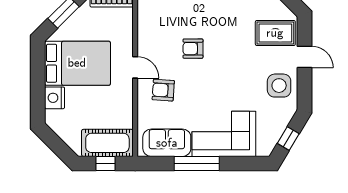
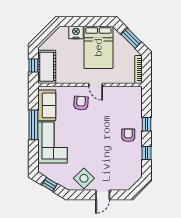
rug: (275, 33) -> (118, 176), removed
armchair: (193, 49) -> (128, 135), moved
door: (135, 67) -> (96, 85), hinge flipped
side table: (279, 86) -> (84, 178), turned 45

